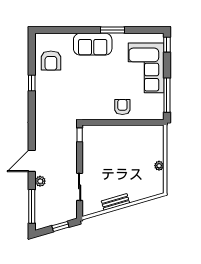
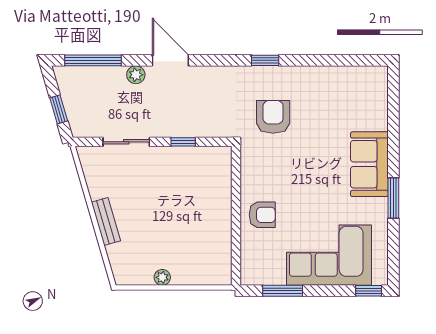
armchair: (51, 61) -> (273, 117), moved, turned 90
window: (32, 83) -> (265, 60), moved
window: (167, 95) -> (283, 291), width x0.69
window: (80, 135) -> (183, 142), moved
bench: (115, 202) -> (106, 222), moved

